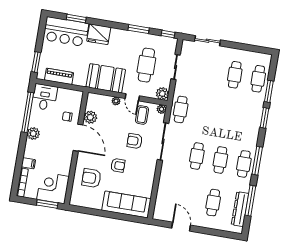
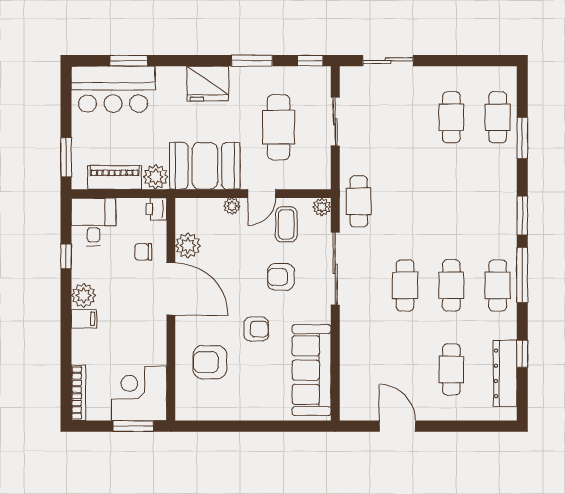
fridge: (99, 34) -> (208, 84), moved
plant: (162, 94) -> (156, 177), moved
printer: (78, 96) -> (156, 209), added
door: (132, 97) -> (262, 194), hinge flipped
window: (28, 112) -> (66, 256), width x0.32
window: (264, 118) -> (522, 215), moved
filing cabinet: (28, 163) -> (84, 319), moved
window: (250, 201) -> (522, 354), width x0.46
sofa: (126, 204) -> (312, 370), moved, turned -90

